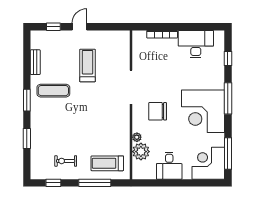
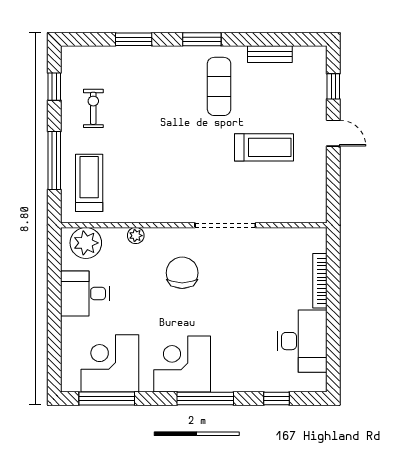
corner desk: (203, 111) -> (182, 364), width x0.74, depth x0.74
plant: (141, 152) -> (86, 243), moved
corner desk: (208, 163) -> (110, 363), moved, turned -90

